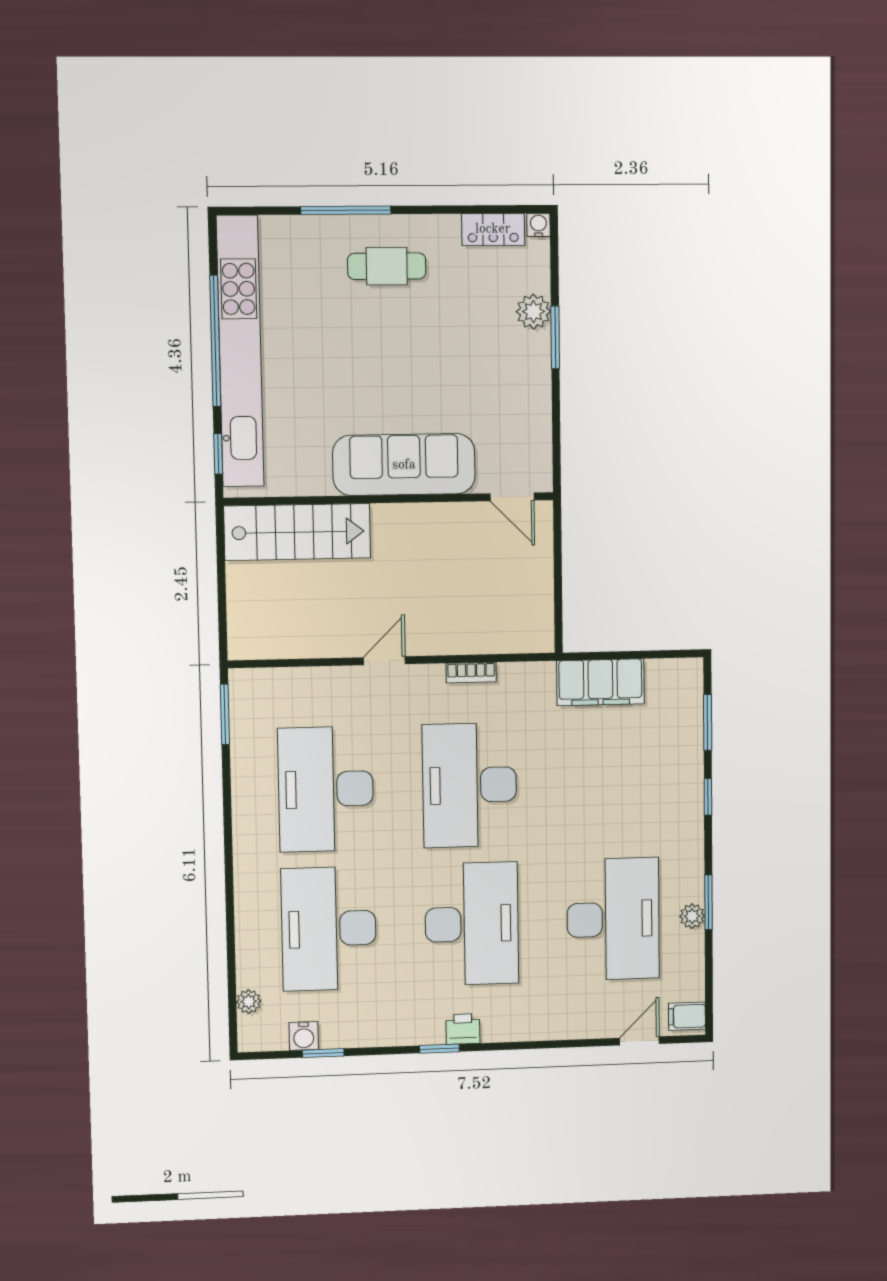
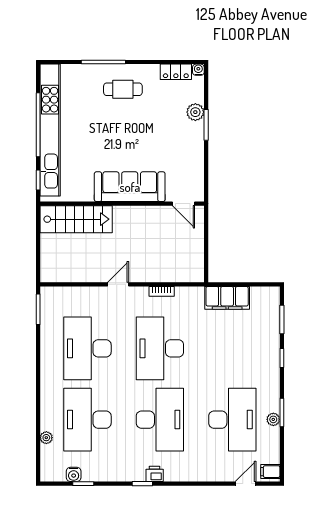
plant: (249, 1002) -> (46, 438), moved

